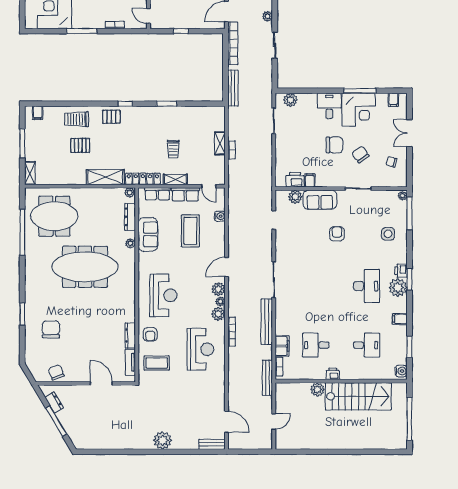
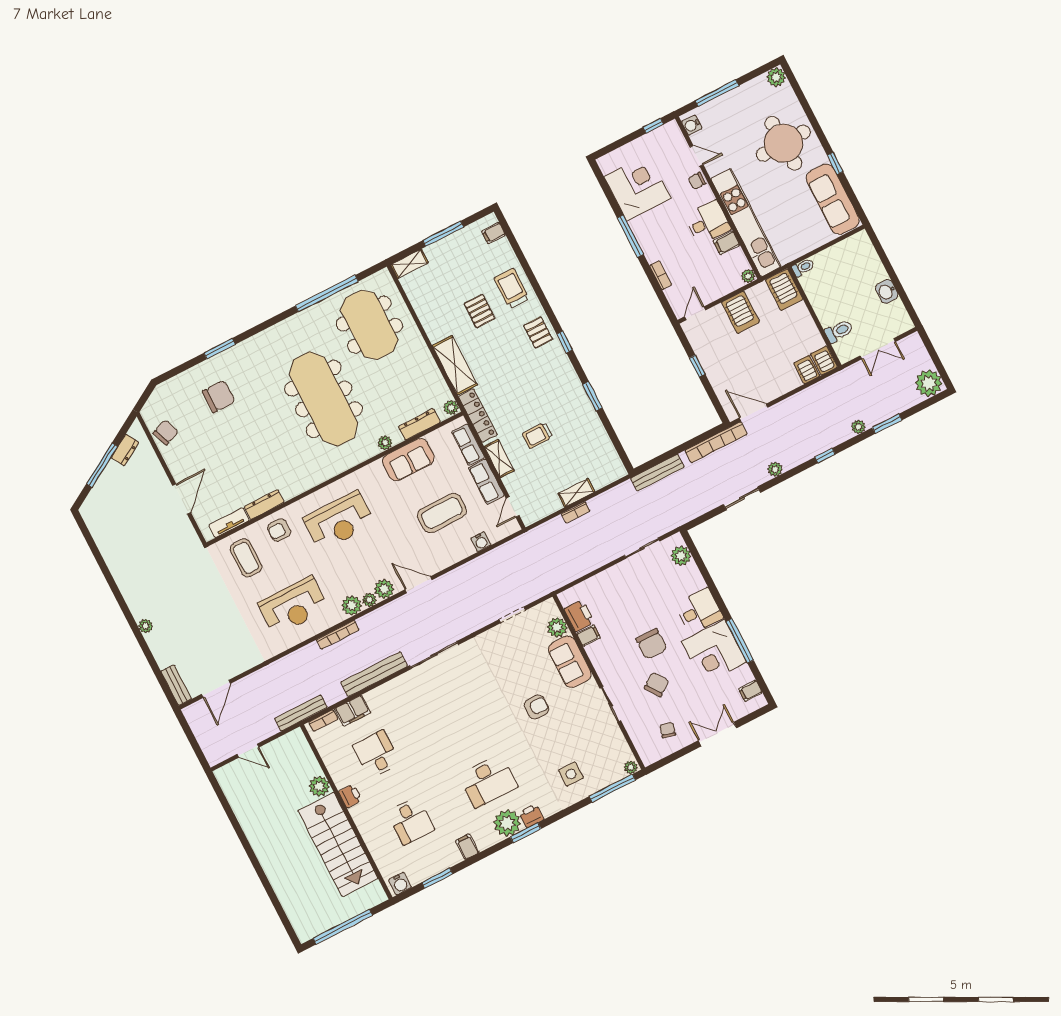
plant: (163, 440) -> (146, 626), width x0.53, depth x0.53

